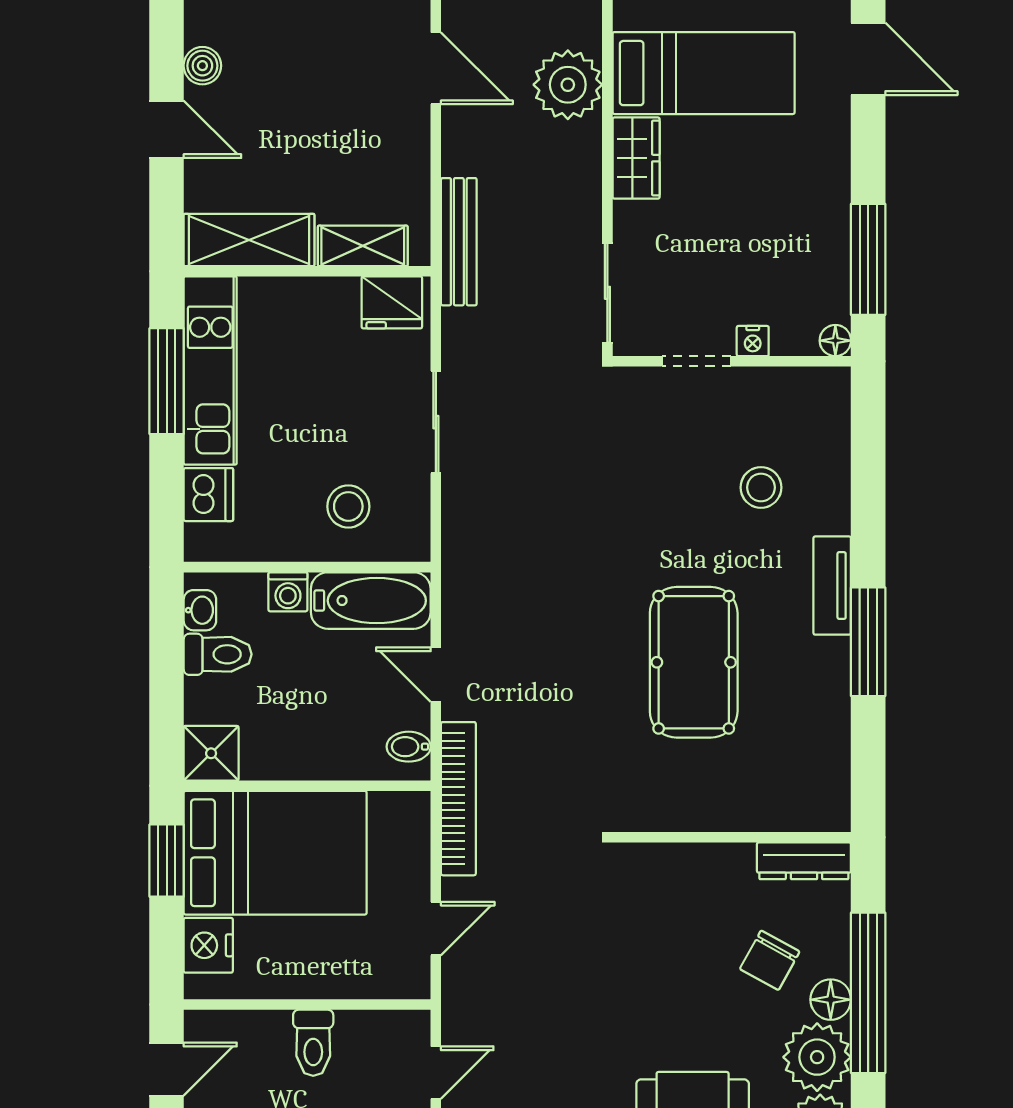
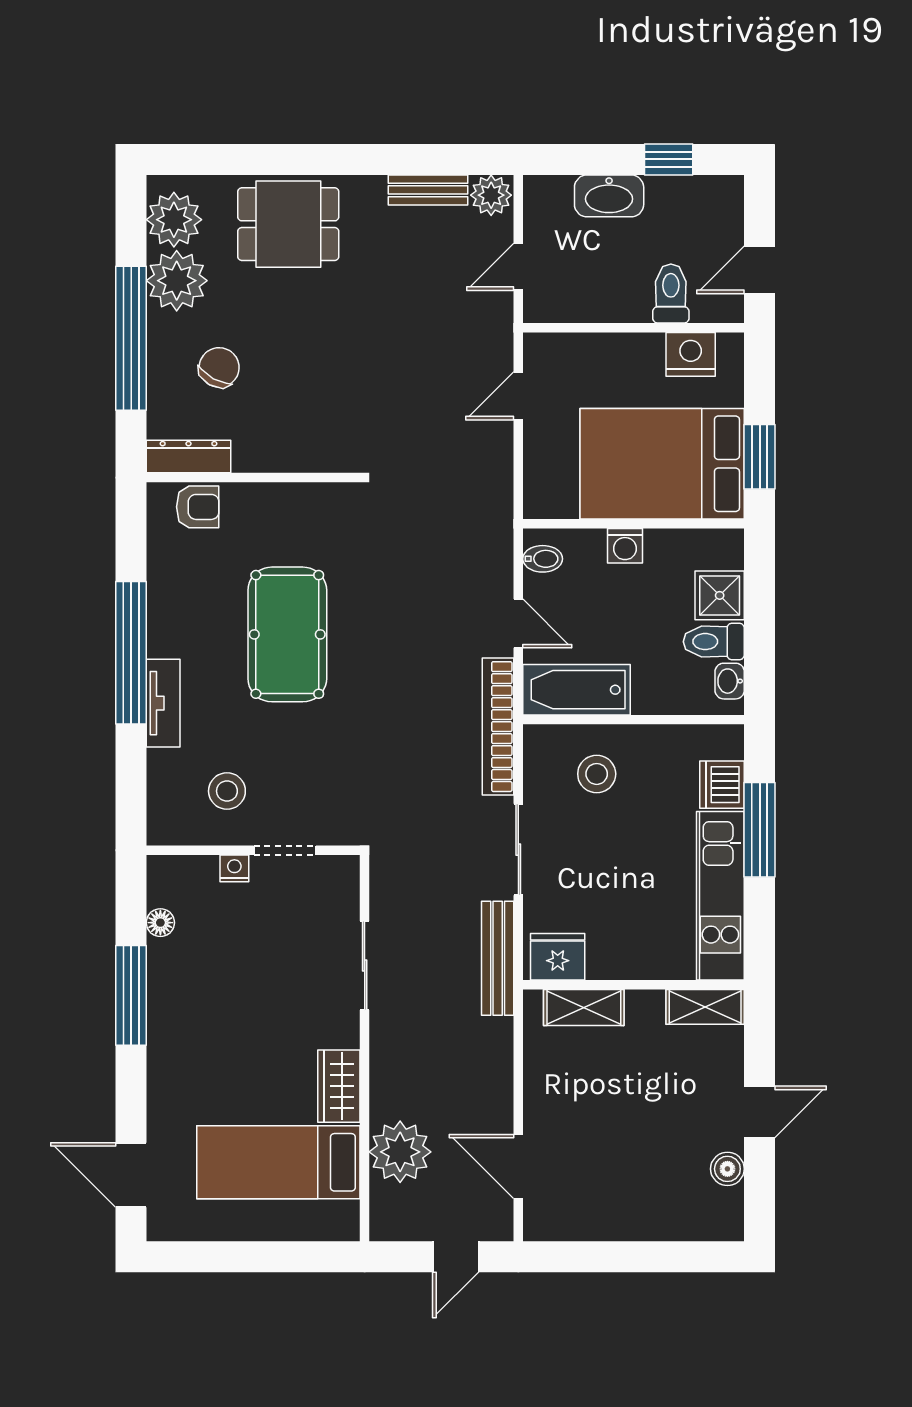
door: (167, 129) -> (760, 1112), swing flipped
shelving: (249, 240) -> (705, 1007), width x0.67, depth x0.75
bench: (459, 242) -> (498, 958), moved
nightstand: (753, 341) -> (234, 868), moved
doorway: (696, 361) -> (285, 850), moved
wall: (732, 361) -> (253, 850), moved
window: (167, 381) -> (760, 830), moved
washing machine: (288, 592) -> (625, 546), moved, turned 180
window: (868, 642) -> (131, 653), width x1.46
shower: (211, 753) -> (720, 595), moved
bookcase: (458, 799) -> (498, 727), moved
armchair: (794, 805) -> (198, 507), added
nightstand: (208, 945) -> (691, 354), moved, turned -90
floor lamp: (831, 1000) -> (165, 332), removed
toilet: (313, 1043) -> (671, 294), moved

